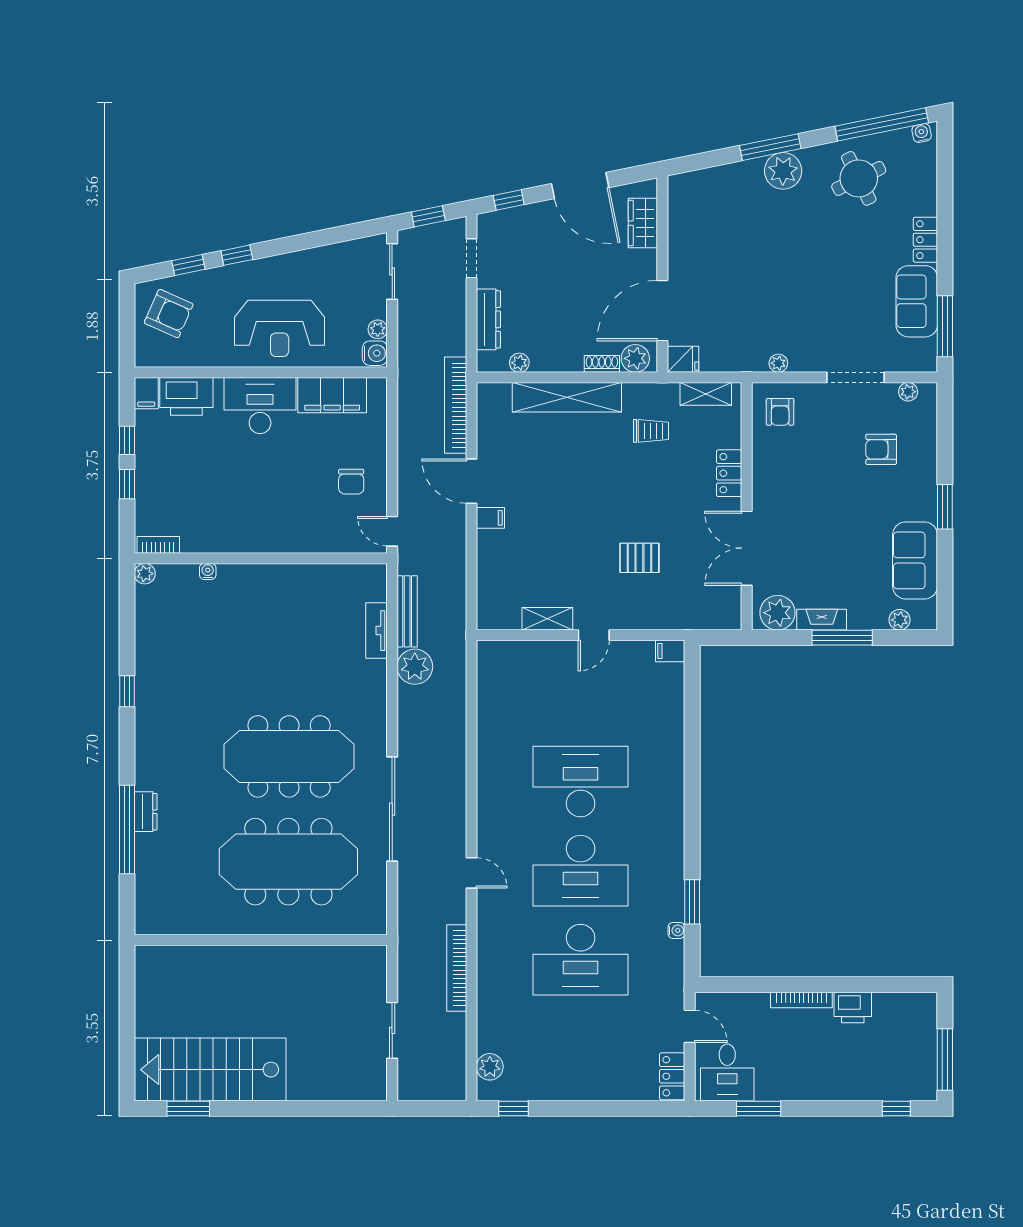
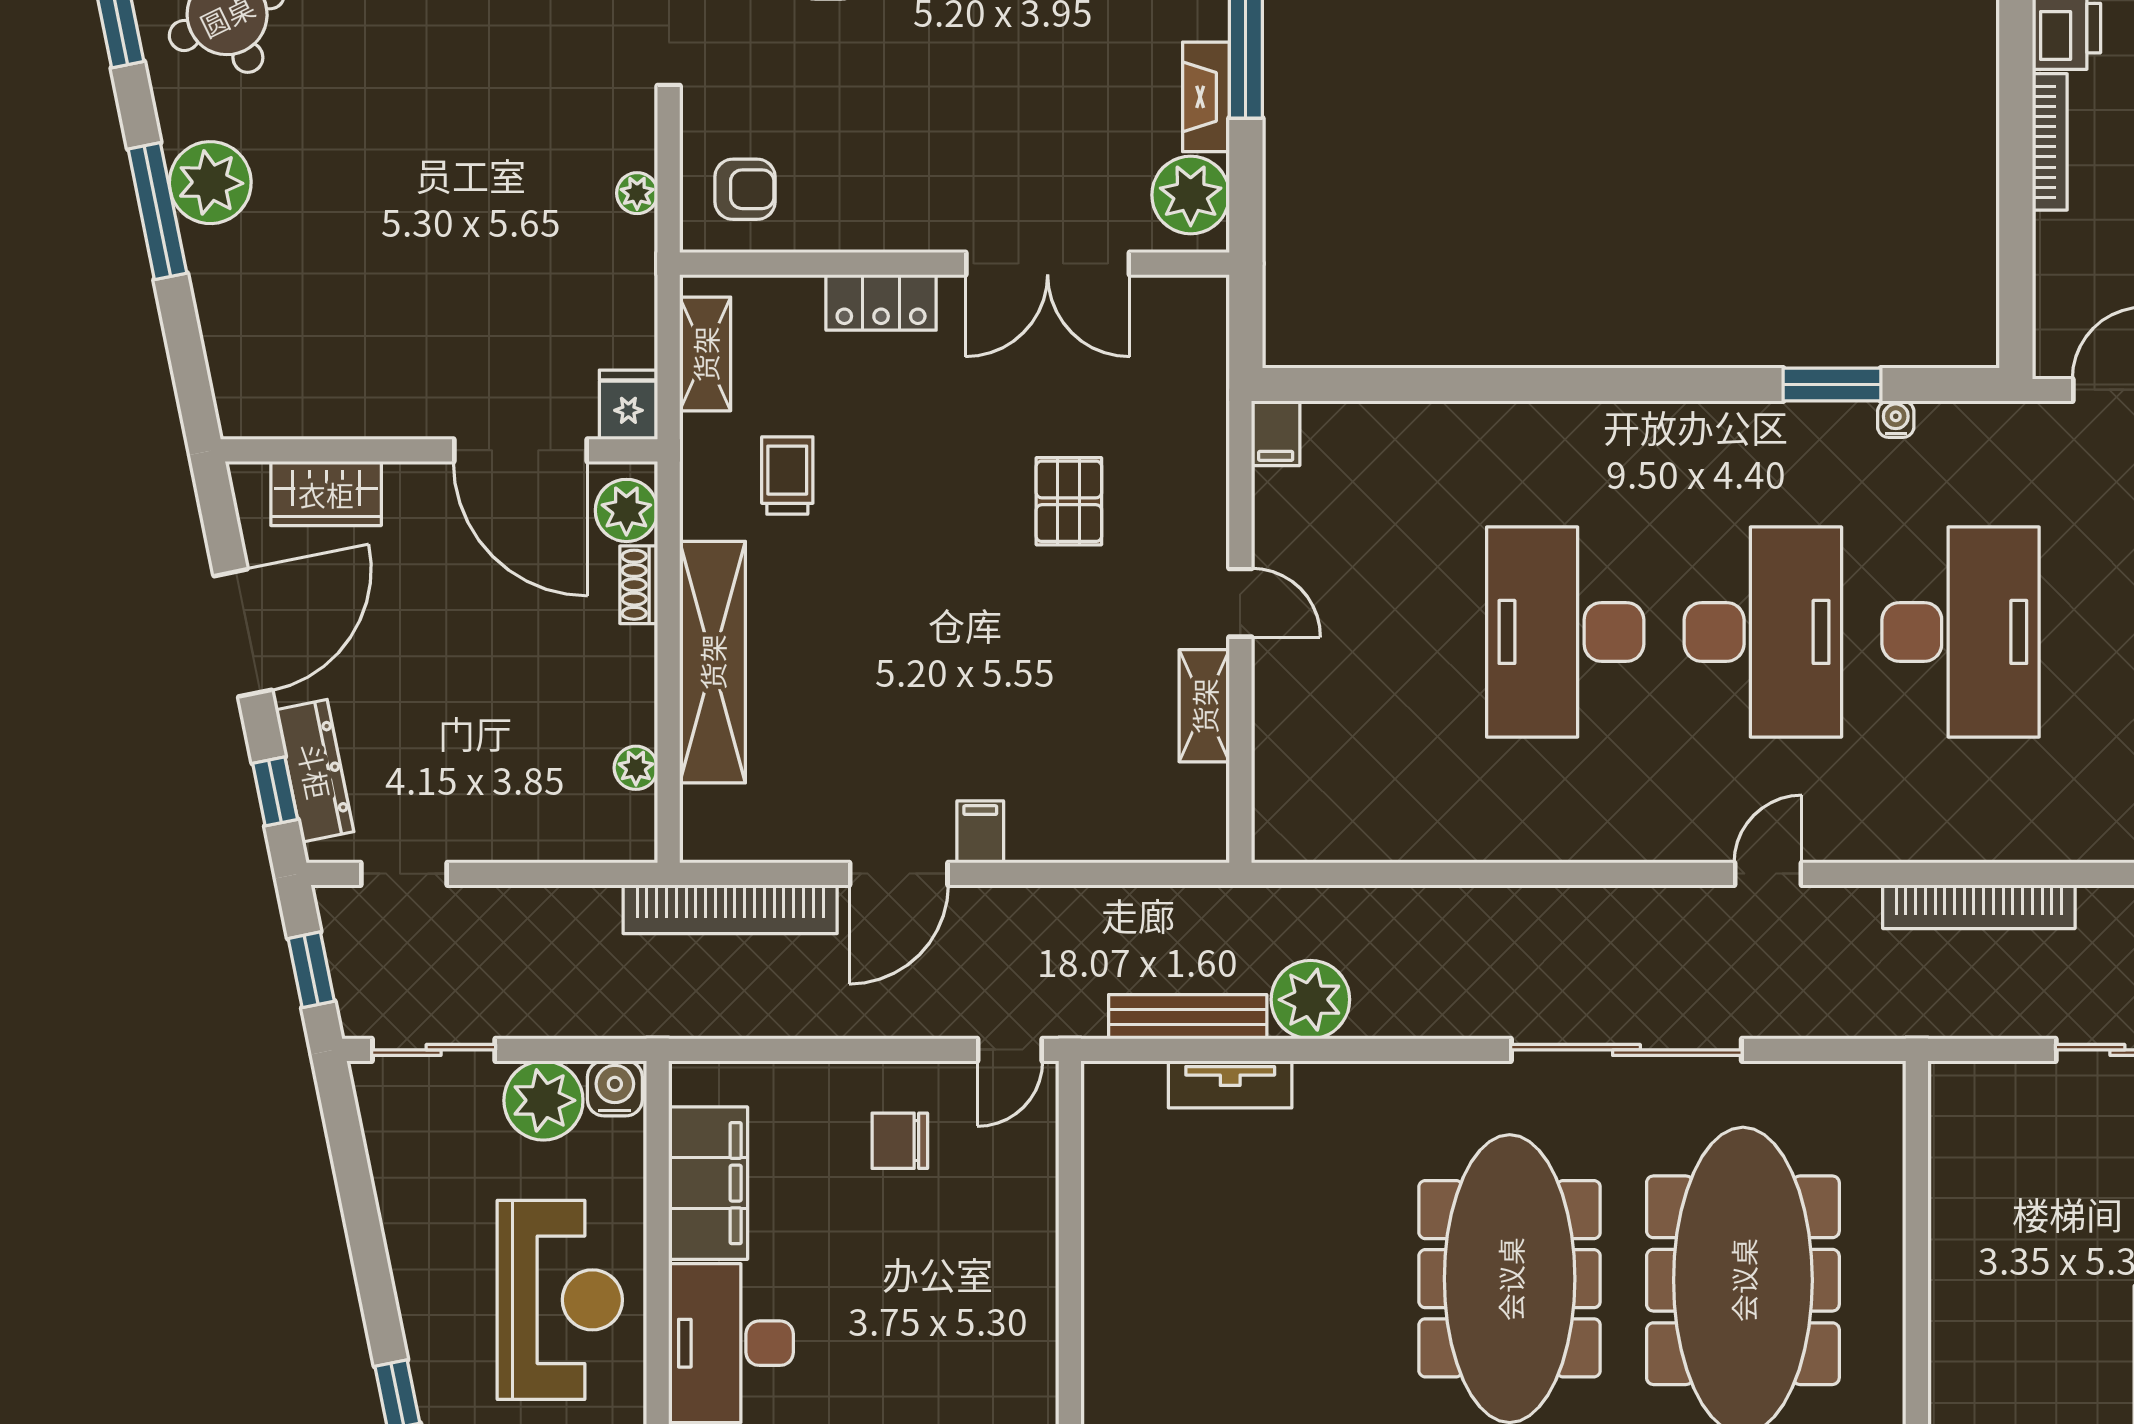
dresser: (488, 319) -> (315, 771), moved, turned 79
plant: (378, 329) -> (543, 1100), width x1.88, depth x1.88
chair: (351, 482) -> (900, 1141), turned 180

